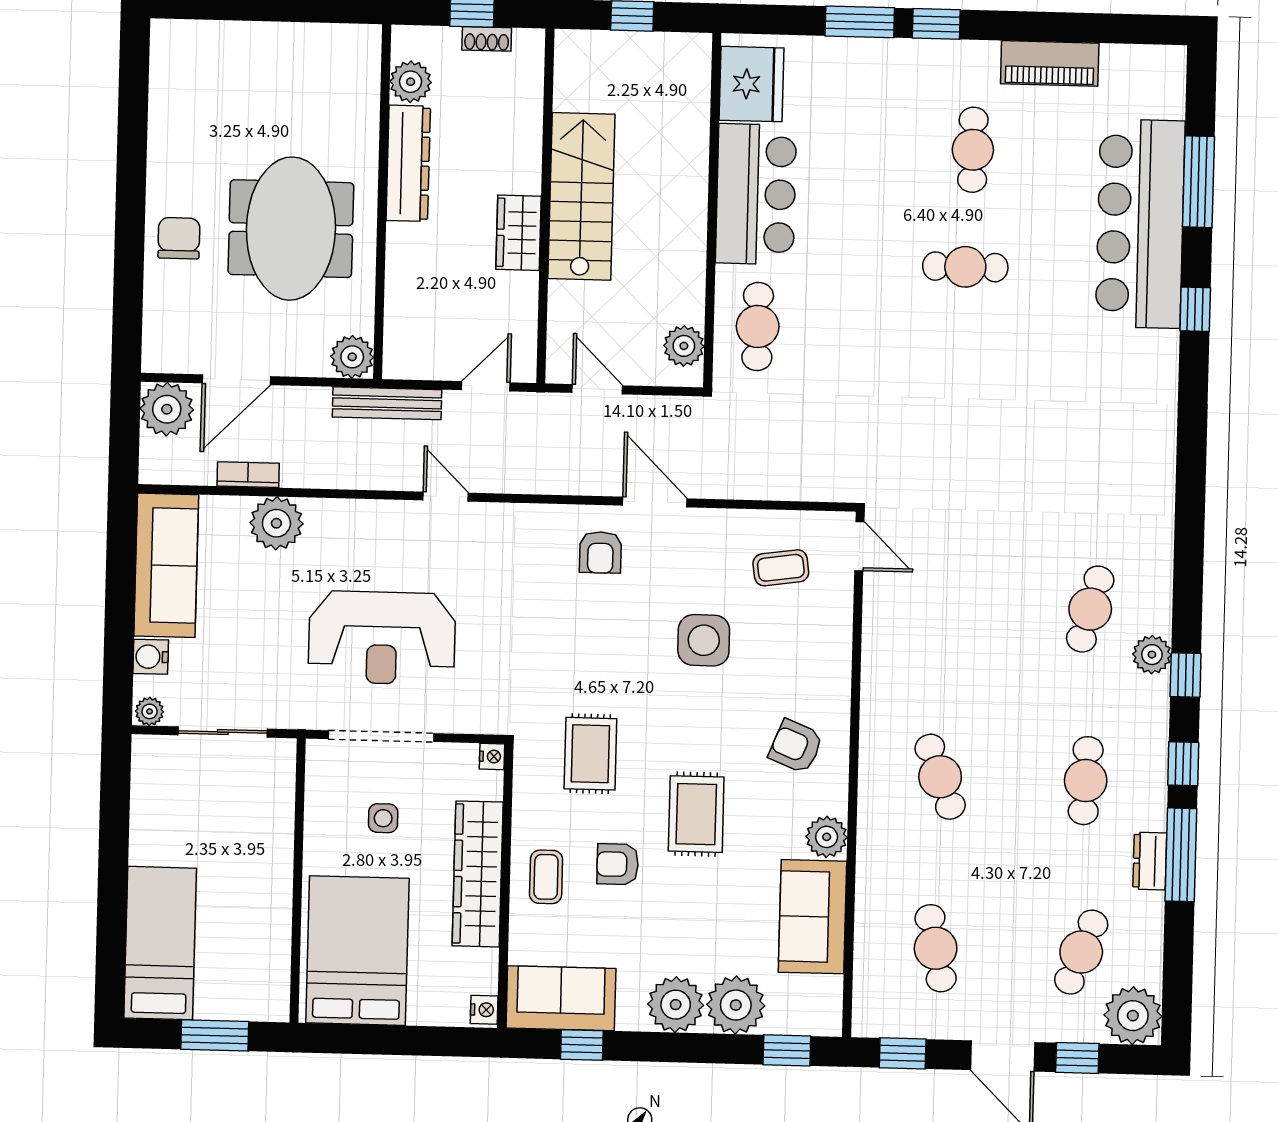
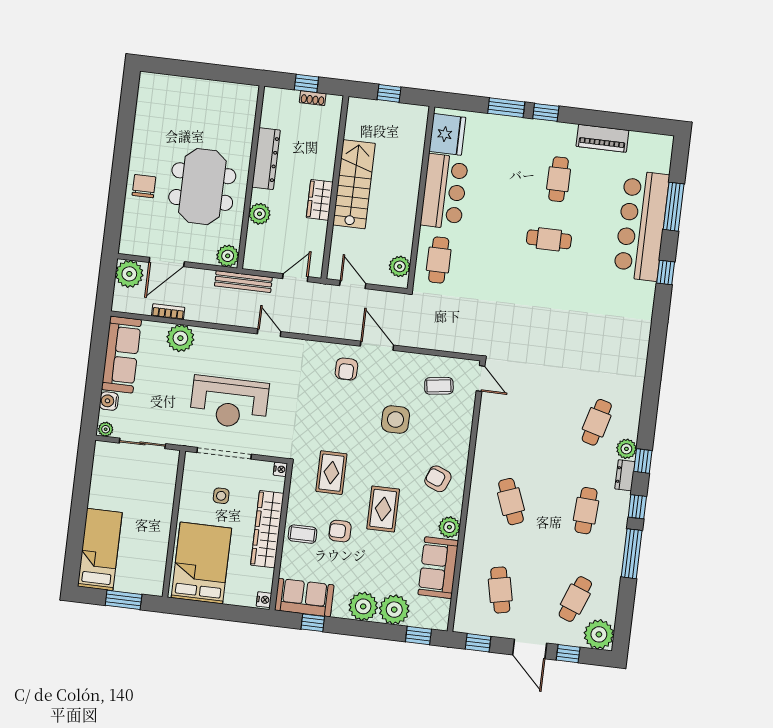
plant: (411, 82) -> (260, 214), moved
dresser: (1150, 861) -> (625, 475), moved
coffee table: (546, 877) -> (302, 534), turned 90

